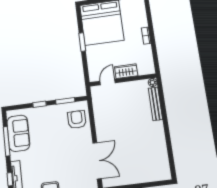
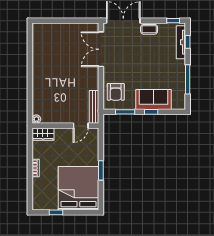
wardrobe: (126, 71) -> (43, 134), moved
bench: (155, 104) -> (94, 107), moved
sofa: (18, 133) -> (154, 100), moved, turned 90

